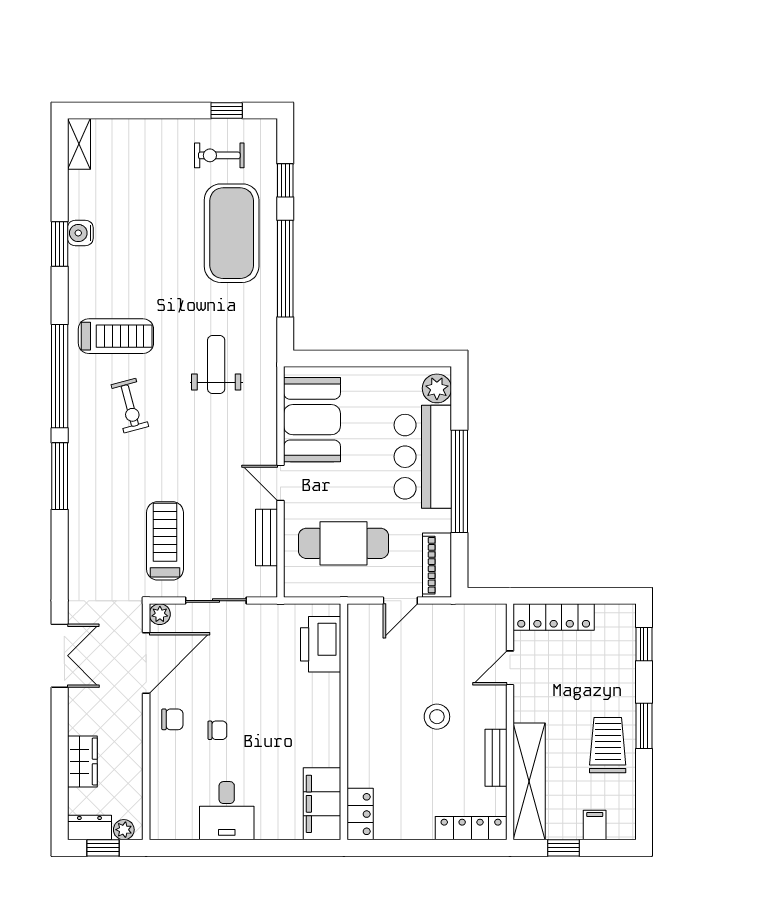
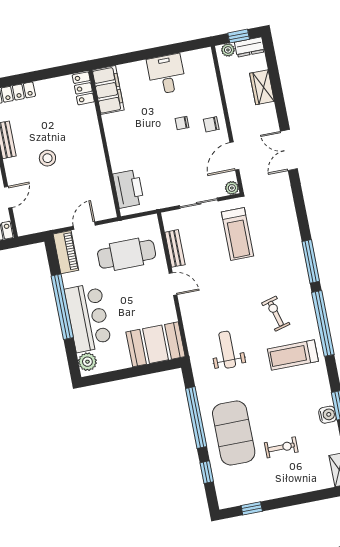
exercise bike: (219, 155) -> (281, 447), moved
weight bench: (216, 365) -> (227, 350), turned 180
booth: (312, 420) -> (156, 344), moved, turned 90
door: (146, 663) -> (234, 156), width x0.73

